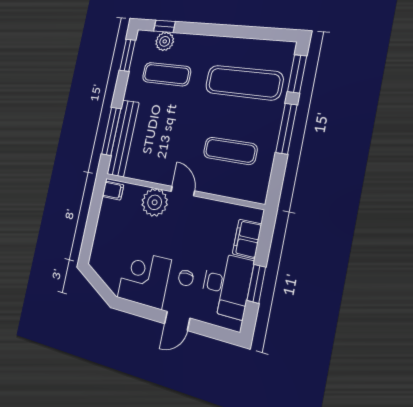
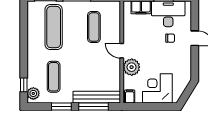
plant: (165, 41) -> (33, 93), moved
window: (127, 55) -> (61, 106), moved
door: (183, 191) -> (122, 51), hinge flipped
corner desk: (144, 279) -> (157, 88), moved, turned 90

